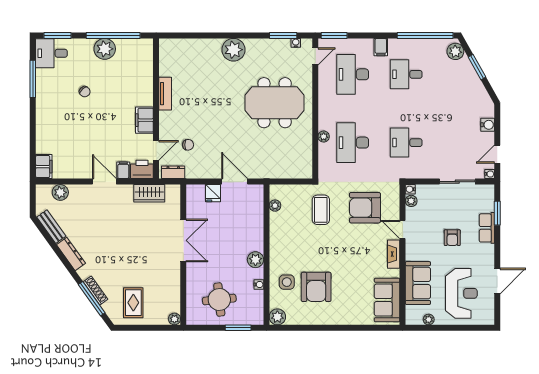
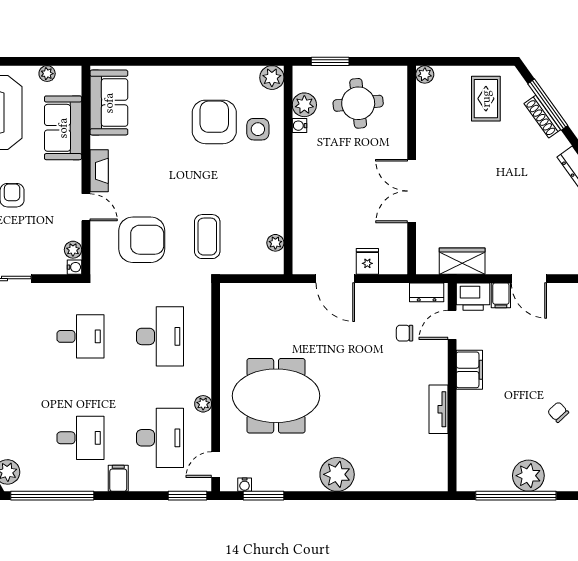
plant: (324, 137) -> (203, 404), moved
plant: (255, 260) -> (304, 105), moved

